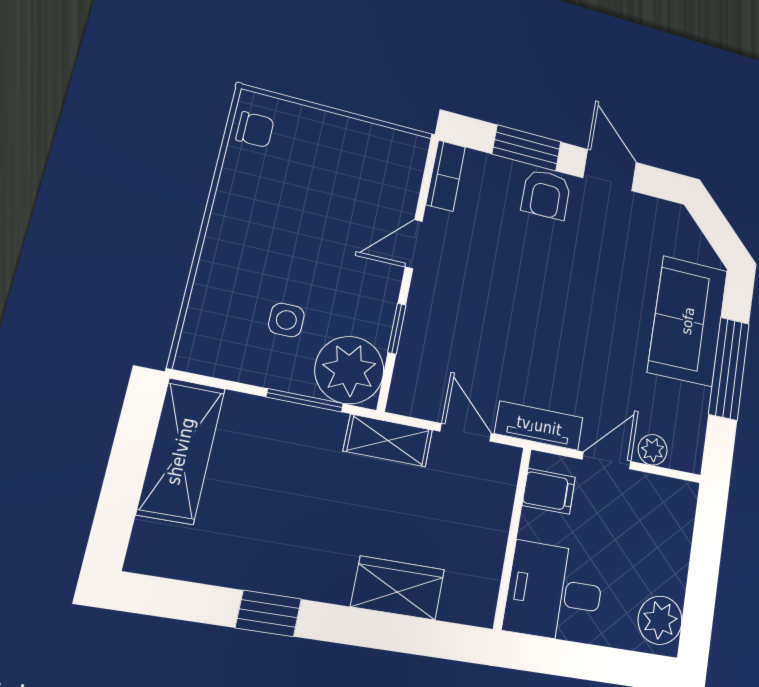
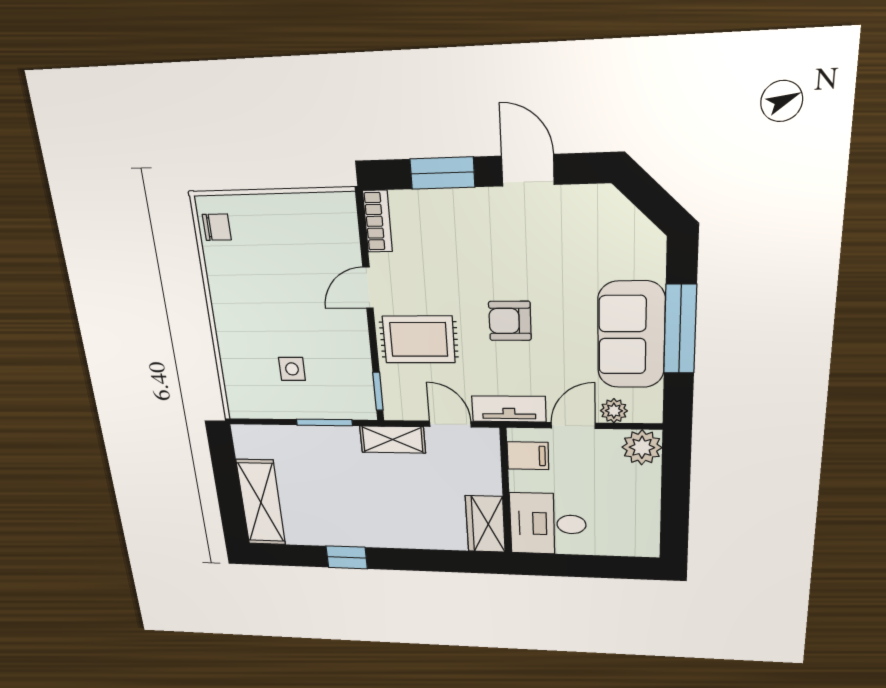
armchair: (546, 194) -> (510, 321), moved, turned 90
rug: (456, 318) -> (419, 339), added
sofa: (688, 321) -> (631, 335), moved
window: (397, 329) -> (378, 391), moved
plant: (349, 370) -> (349, 395), removed
shelving: (181, 451) -> (261, 502), moved
wardrobe: (398, 588) -> (485, 524), moved, turned -90
plant: (660, 620) -> (642, 447), moved

